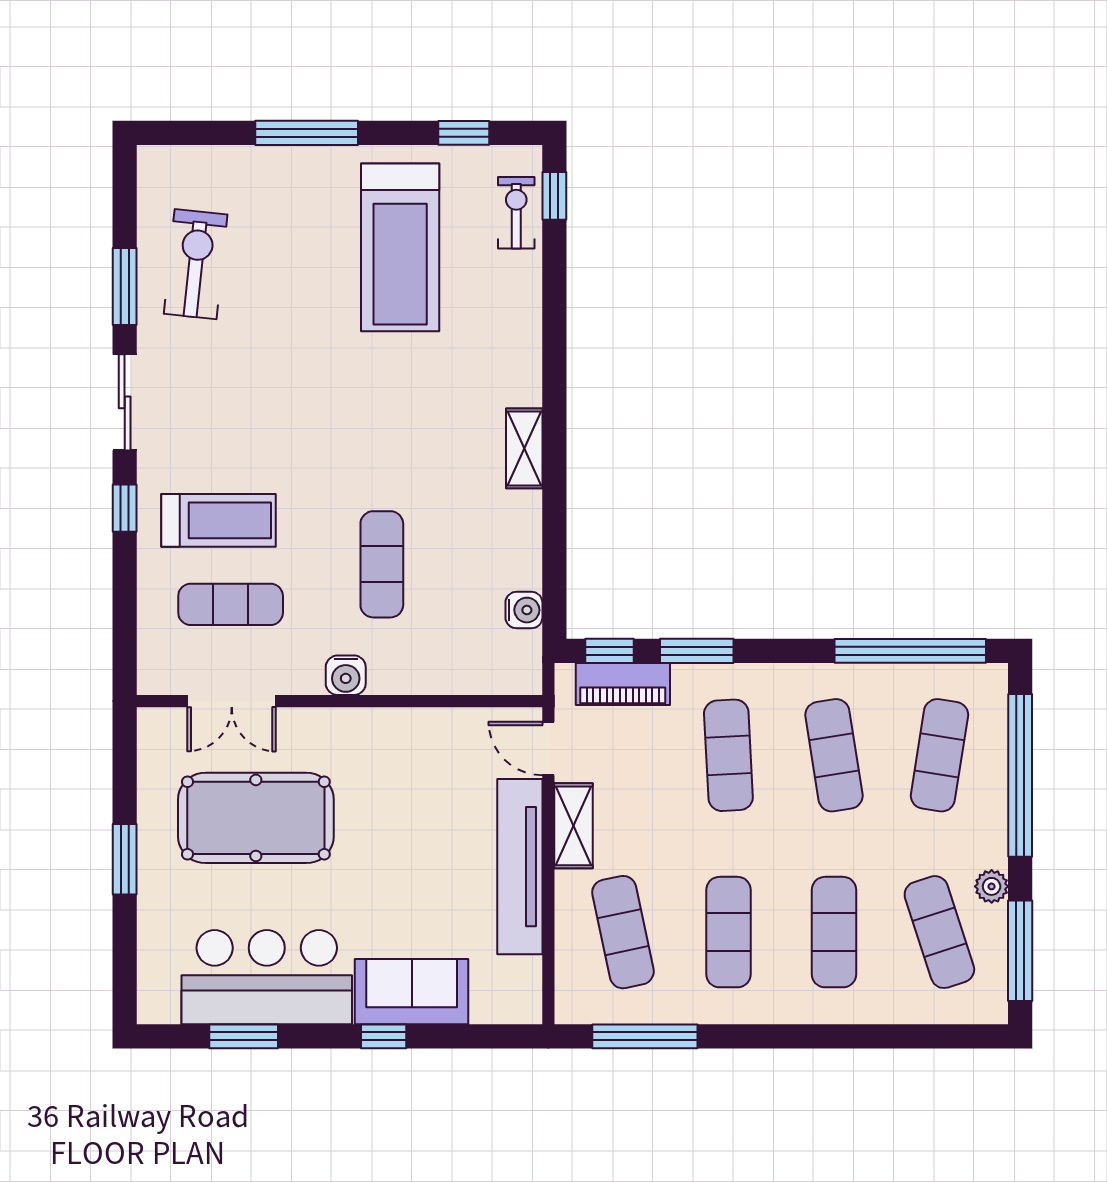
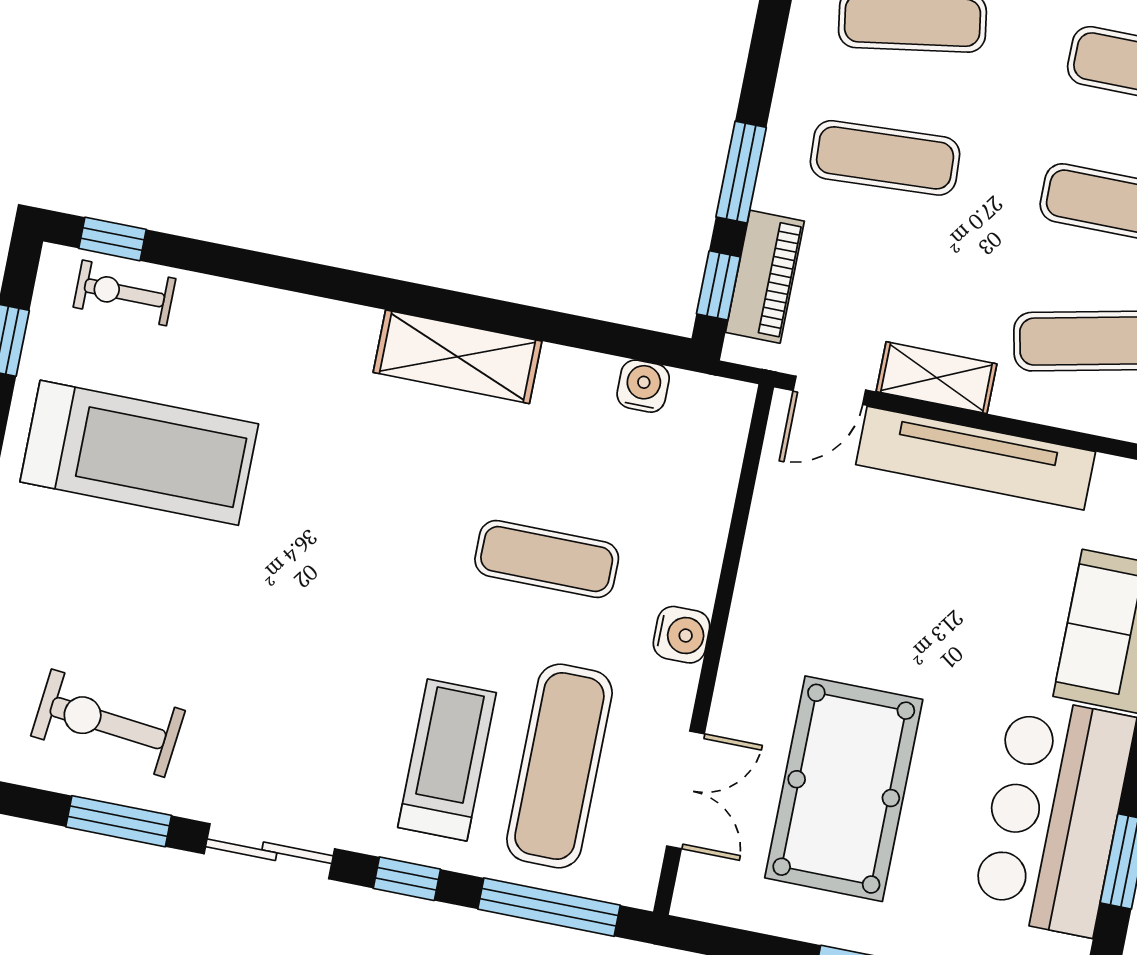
shelving: (524, 448) -> (457, 357), width x1.50, depth x1.33
exercise mat: (231, 604) -> (559, 766), width x1.36, depth x1.45
window: (125, 618) -> (549, 907), added

